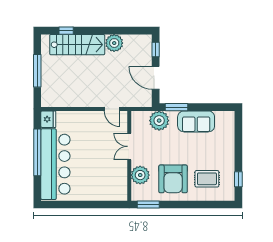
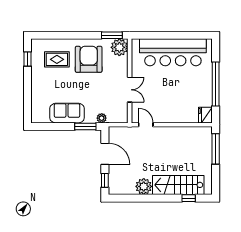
window: (37, 71) -> (216, 149), moved
plant: (159, 121) -> (102, 118), width x0.53, depth x0.53
bar counter: (55, 164) -> (173, 52), moved, turned -90
plant: (140, 175) -> (119, 47), moved

